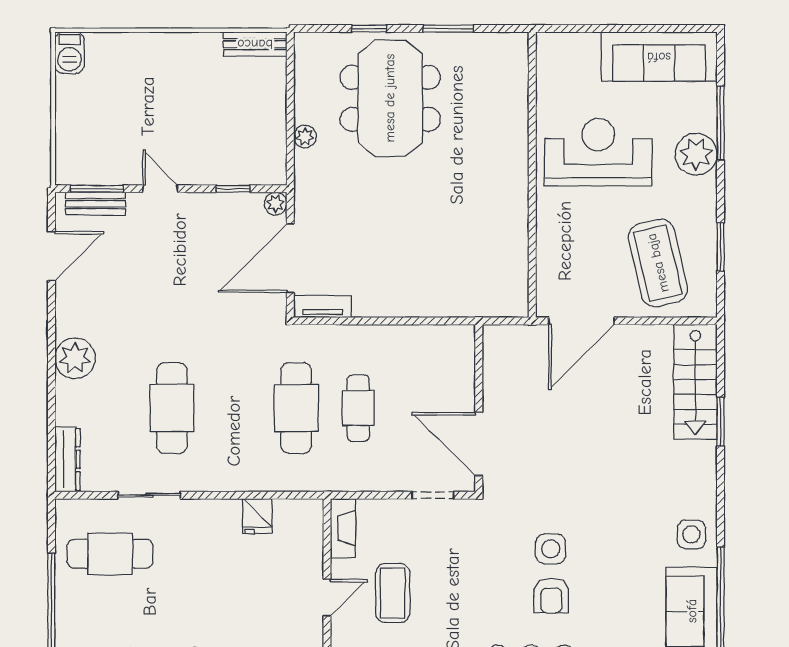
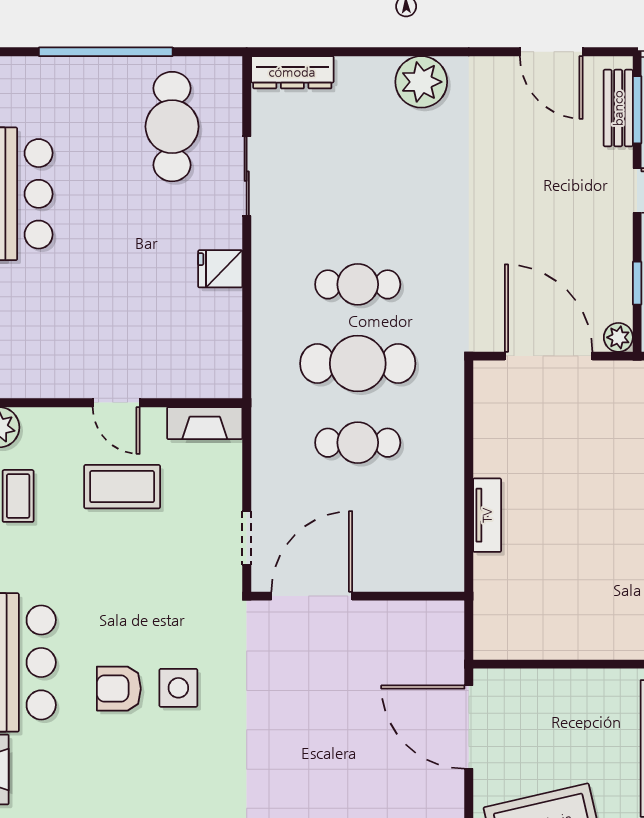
tv unit: (323, 307) -> (487, 515), moved
cafe table: (172, 408) -> (358, 284), moved, width x0.73, depth x0.74
fridge: (257, 516) -> (220, 269), moved

